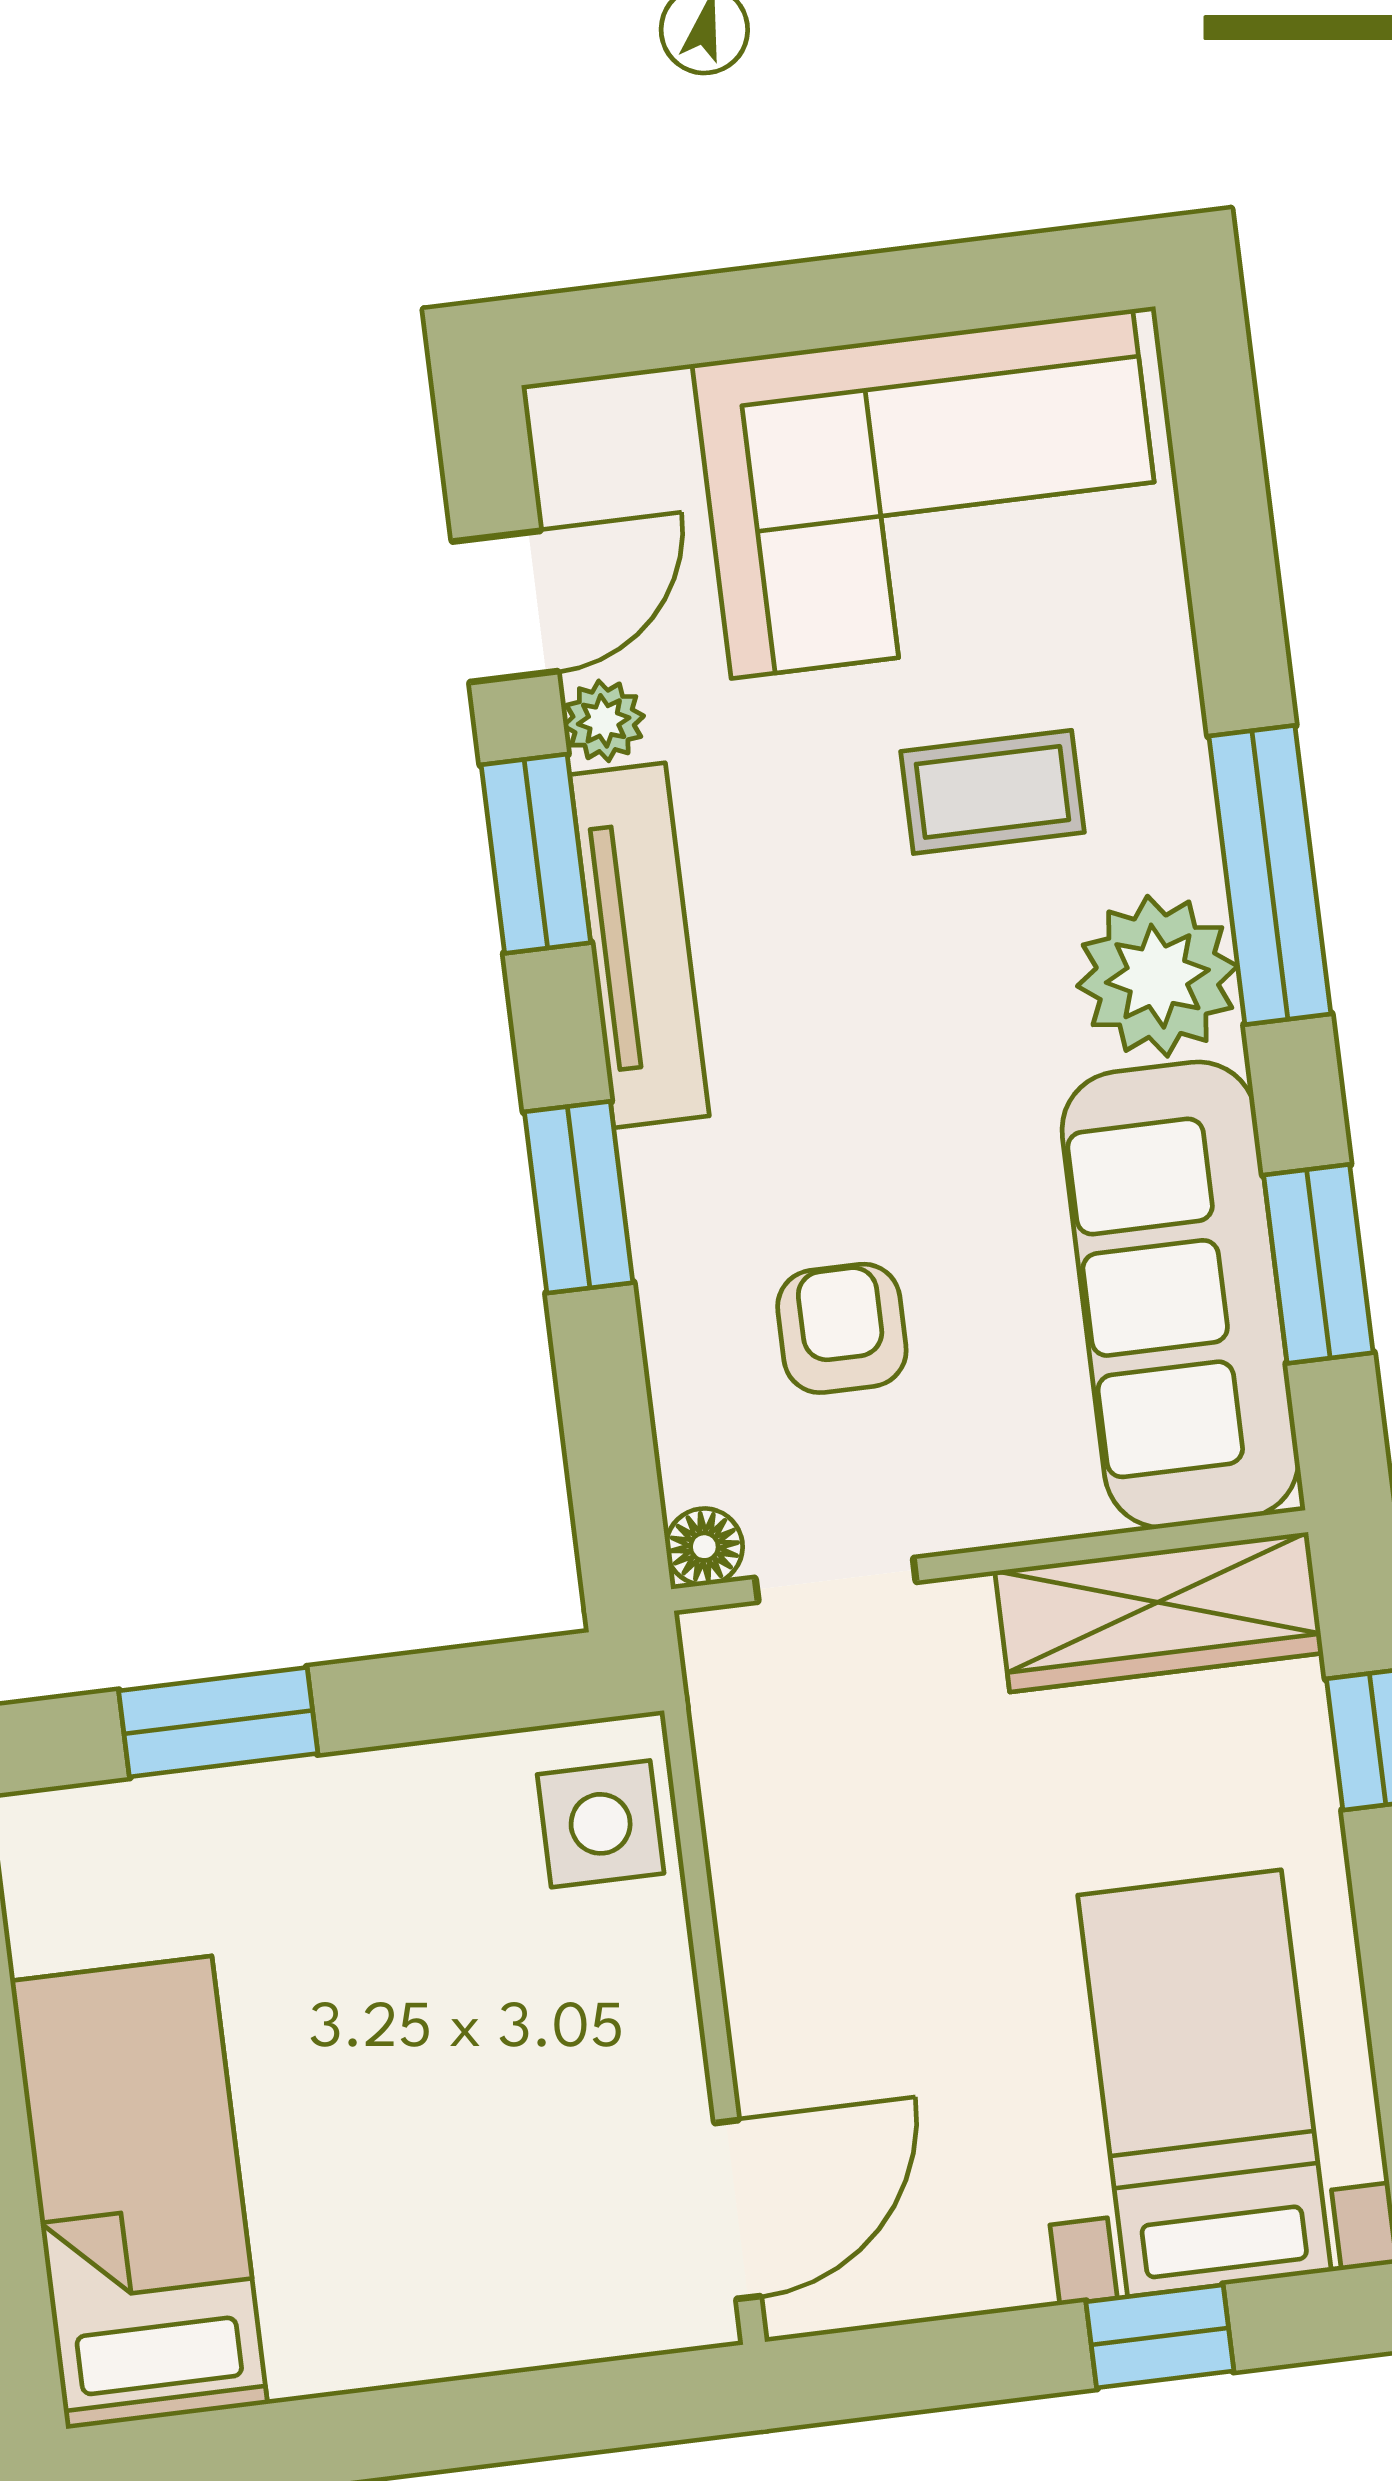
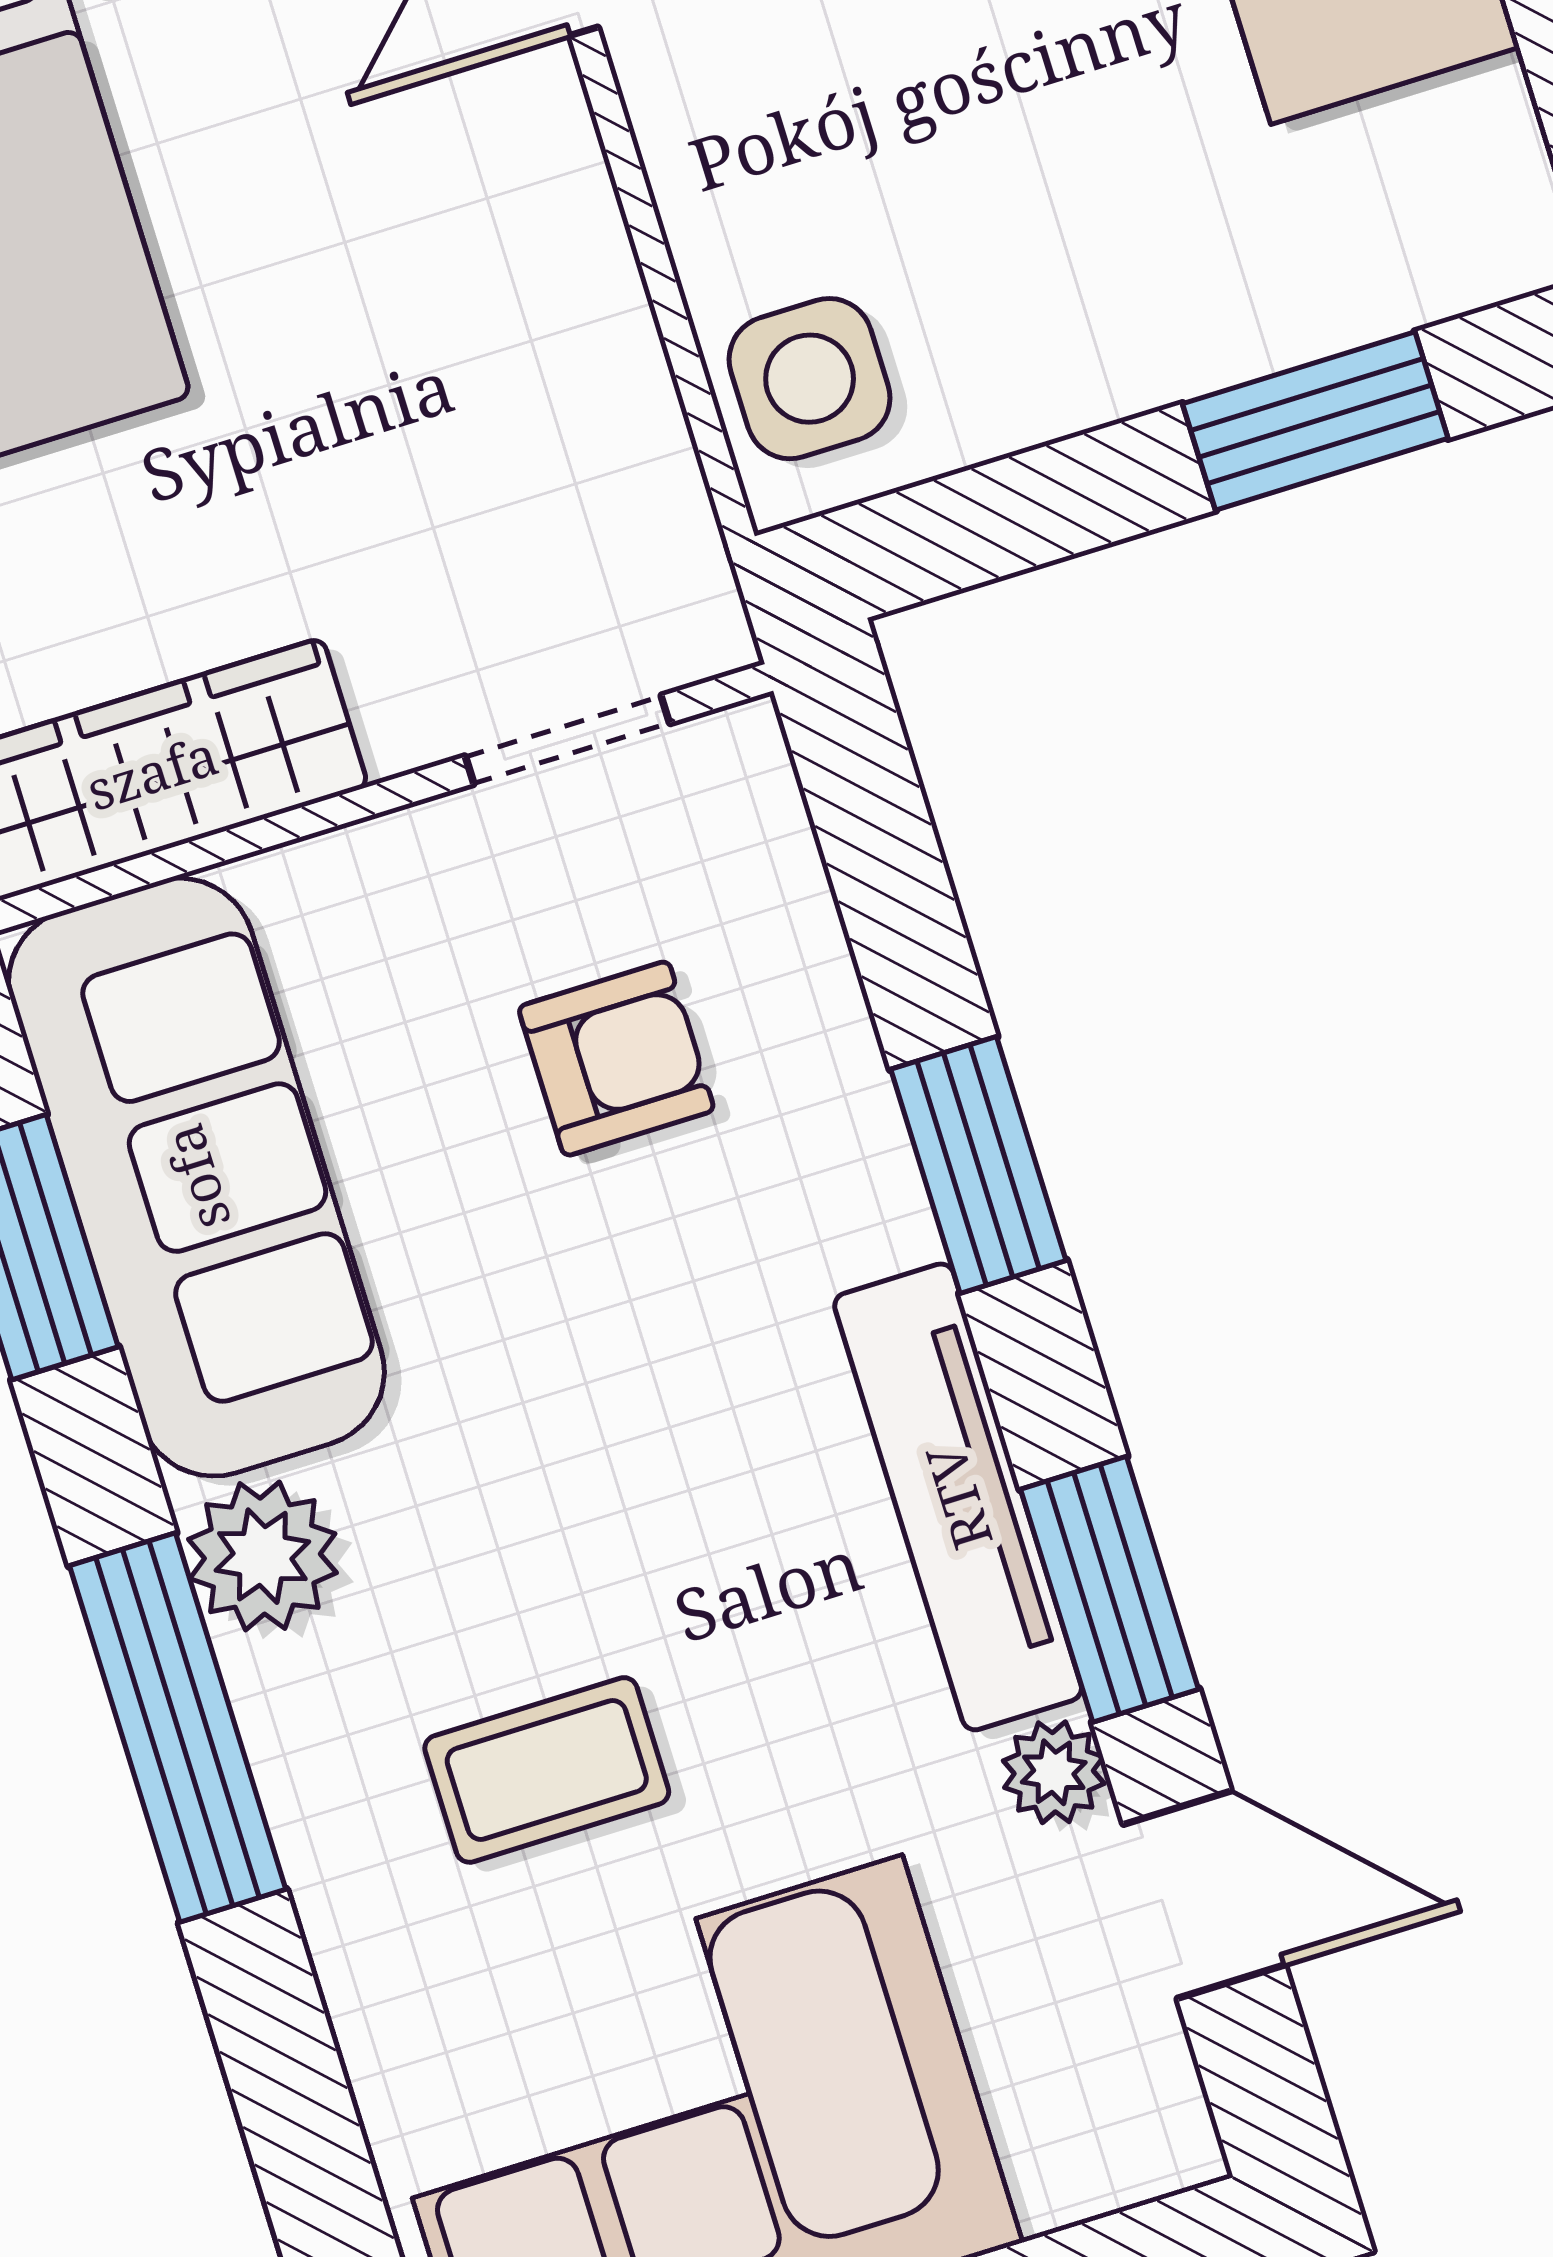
door: (505, 606) -> (1204, 1895), swing flipped
plant: (1157, 976) -> (262, 1556), width x0.73, depth x0.73
armchair: (842, 1328) -> (616, 1059), turned -90
floor lamp: (704, 1547) -> (741, 752), removed

